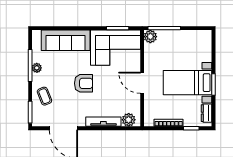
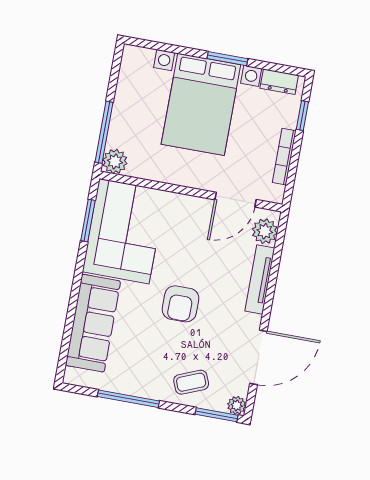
plant: (37, 68) -> (237, 405), moved
armchair: (84, 83) -> (180, 304), turned 180
door: (142, 83) -> (236, 200), moved
bed with nightstands: (188, 83) -> (201, 104), width x1.36

